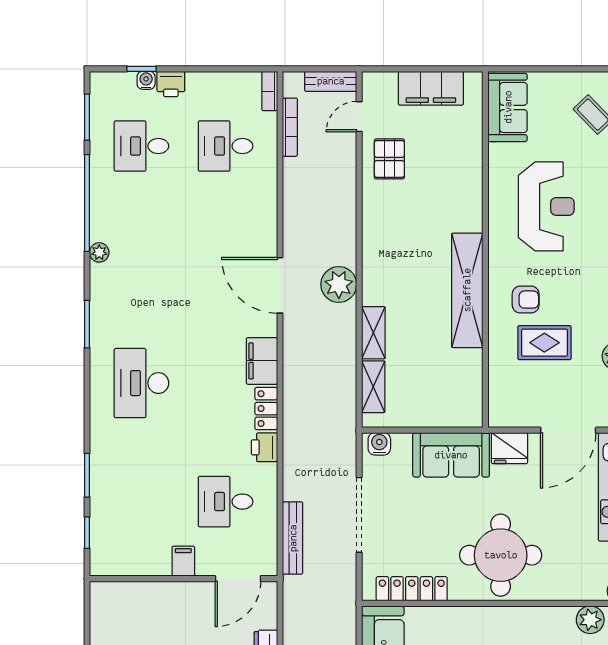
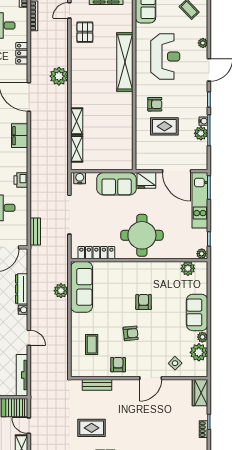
plant: (339, 284) -> (59, 76), moved
shelving: (467, 290) -> (125, 62), moved
locker: (266, 409) -> (22, 53), moved
door: (568, 430) -> (177, 171), hinge flipped
bench: (293, 538) -> (35, 231), width x0.73

